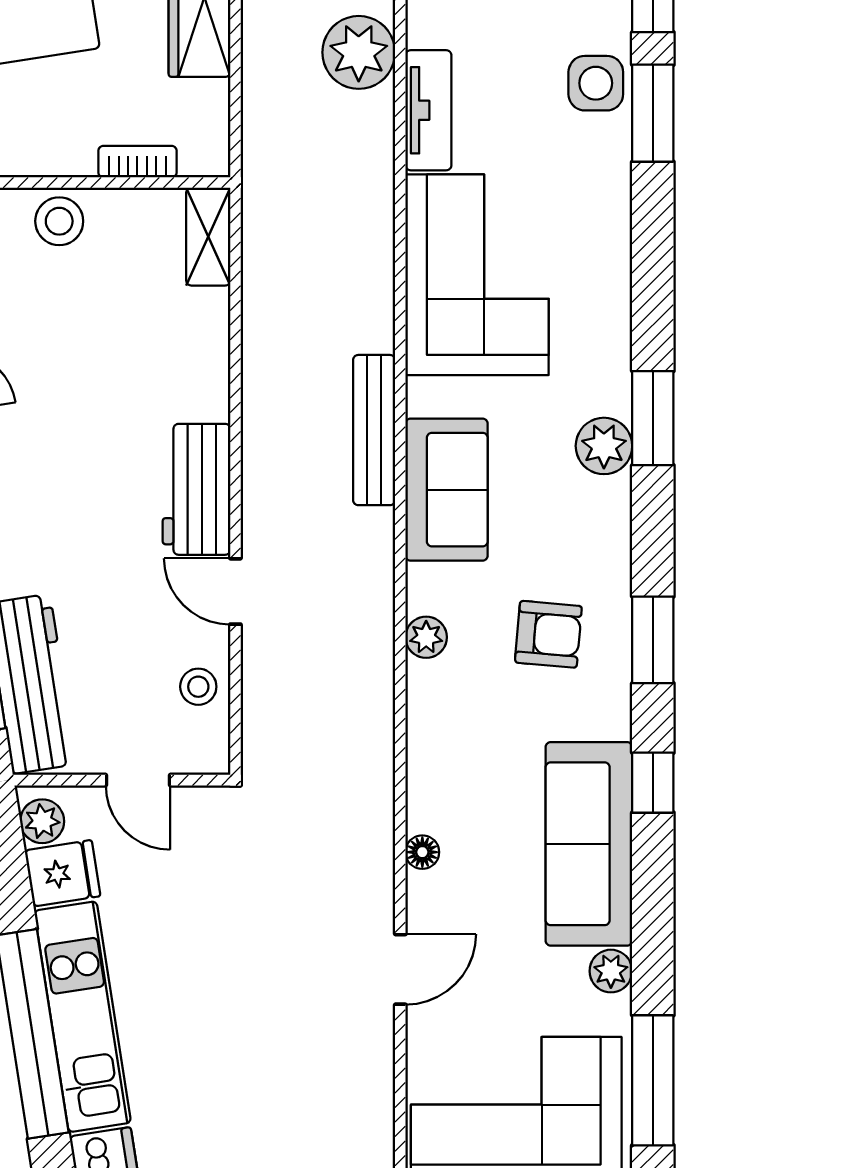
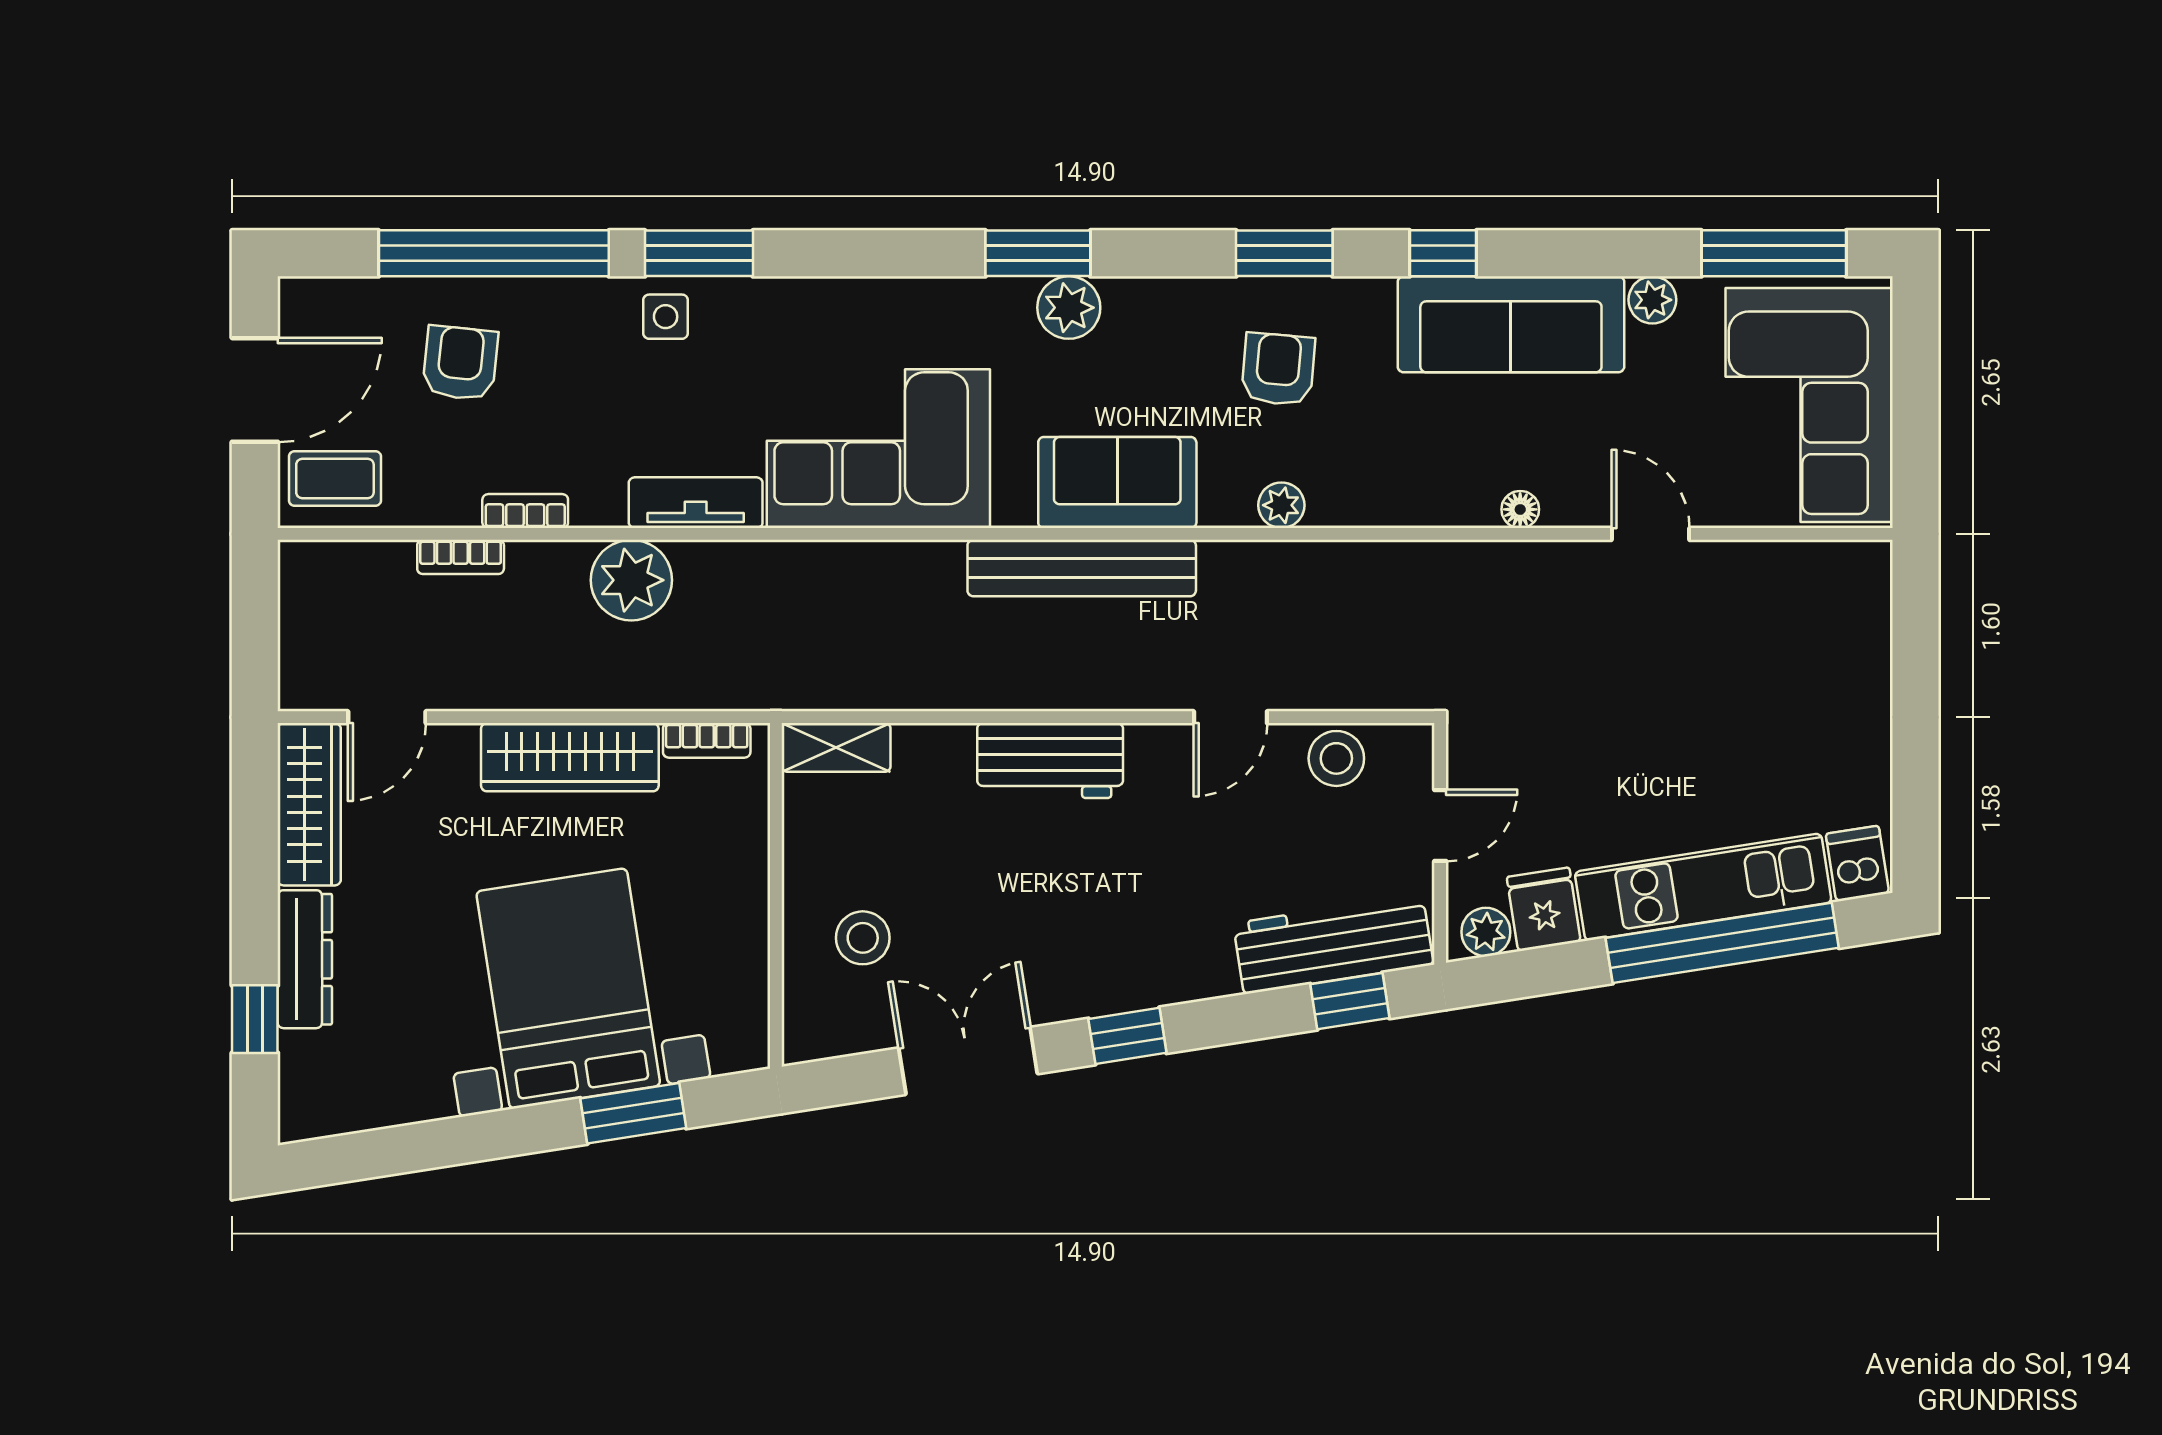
side table: (596, 83) -> (666, 317), width x0.73, depth x0.73
bookcase: (137, 162) -> (707, 740), moved, turned -90
stool: (59, 221) -> (863, 938), moved
bench: (374, 430) -> (1082, 568), width x1.37, depth x1.21
workbench: (196, 489) -> (1050, 760), moved
stool: (198, 687) -> (1336, 758), width x1.37, depth x1.37

